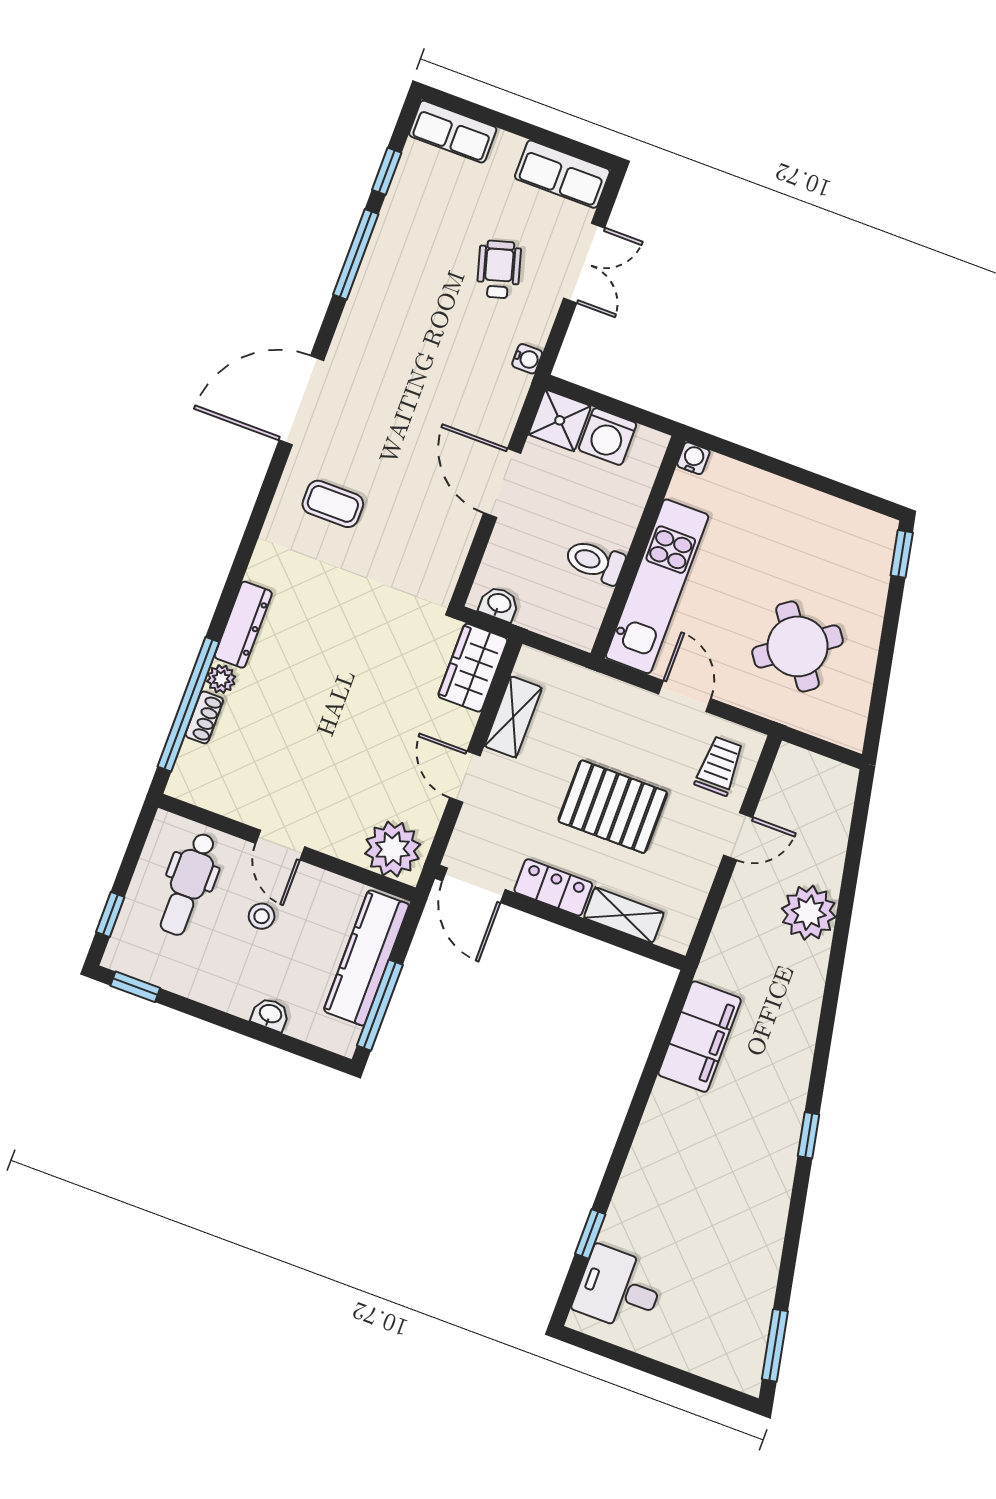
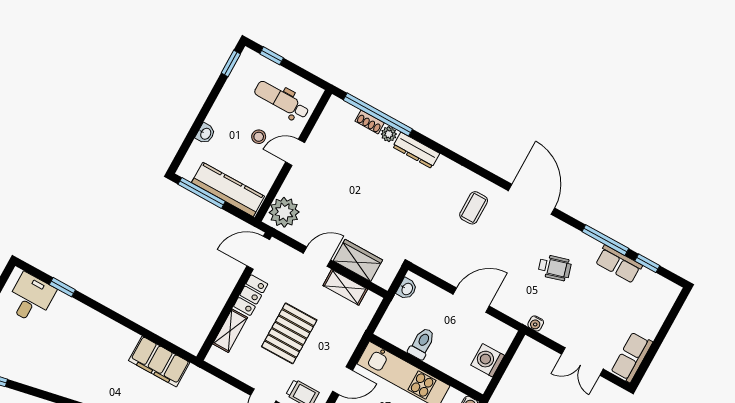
row of seats: (453, 132) -> (619, 264), moved, turned -90
wheelchair: (499, 269) -> (555, 268), moved
shower: (560, 420) -> (500, 336), removed
wardrobe: (473, 668) -> (358, 260), moved

